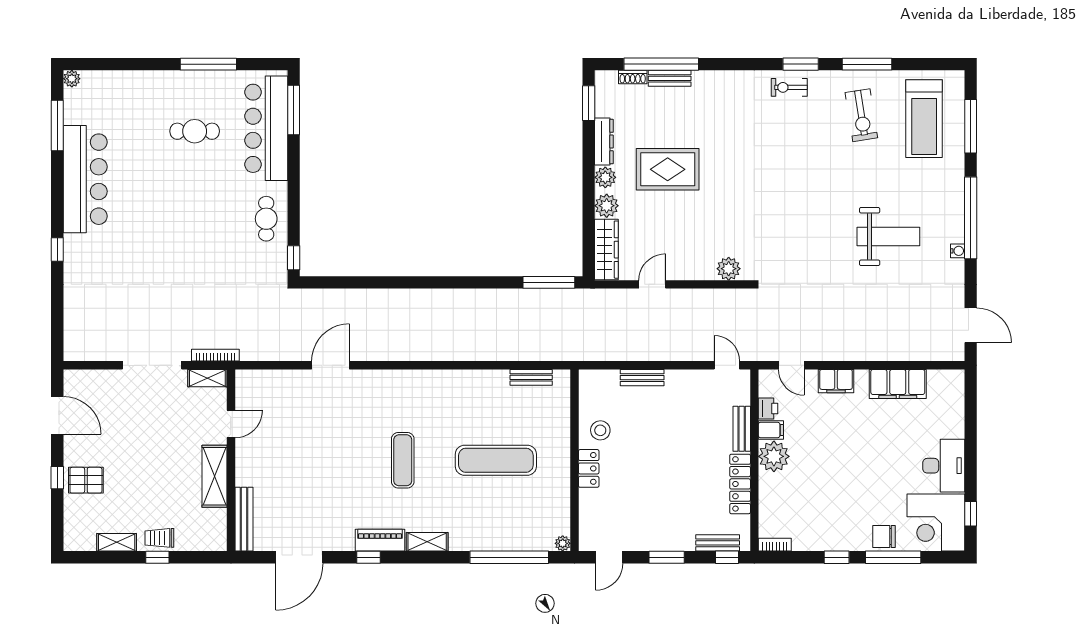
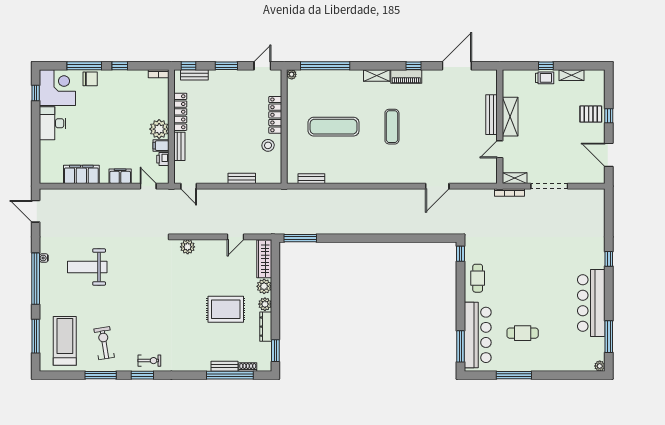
locker: (589, 468) -> (275, 115), width x1.53
bench: (244, 519) -> (492, 115), moved

